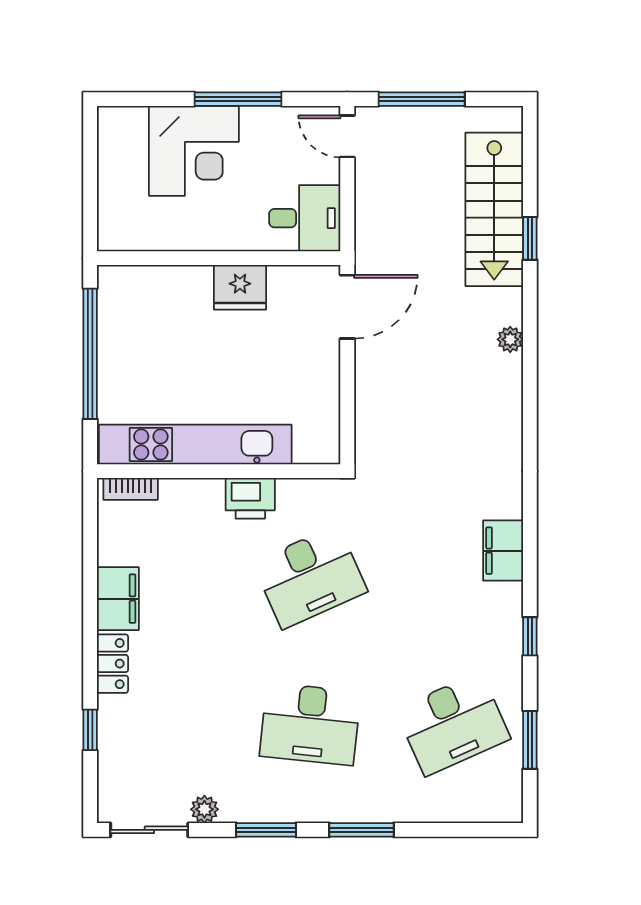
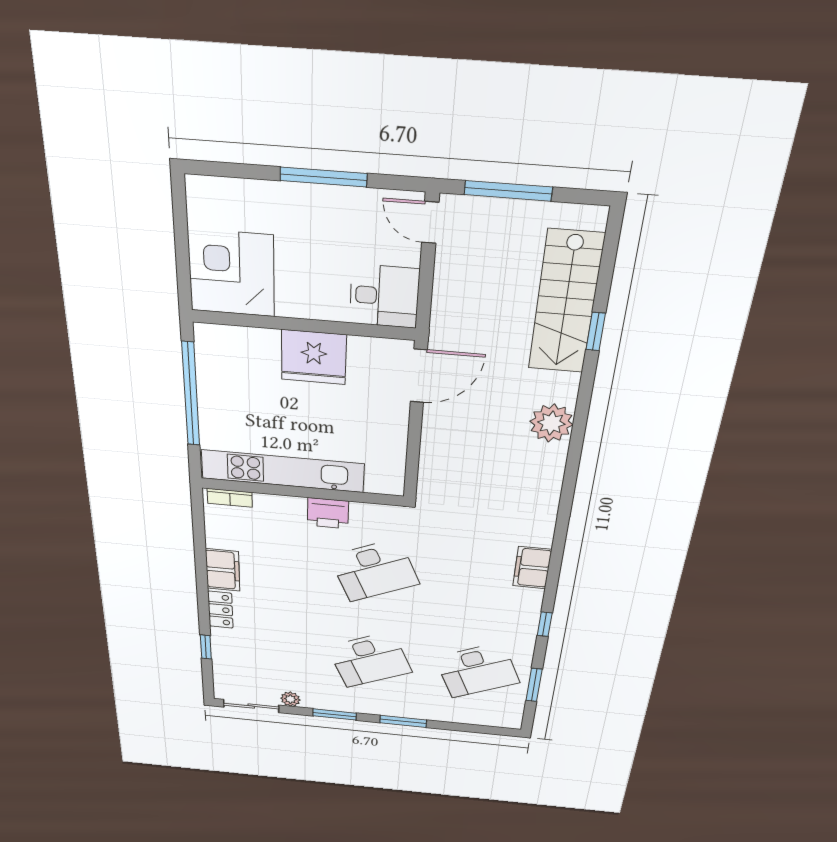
corner desk: (194, 151) -> (232, 273), moved, turned 180
fridge: (240, 287) -> (314, 357), width x1.36, depth x1.34
plant: (510, 339) -> (551, 423), width x1.88, depth x1.88
desk: (310, 724) -> (369, 660), turned -30

